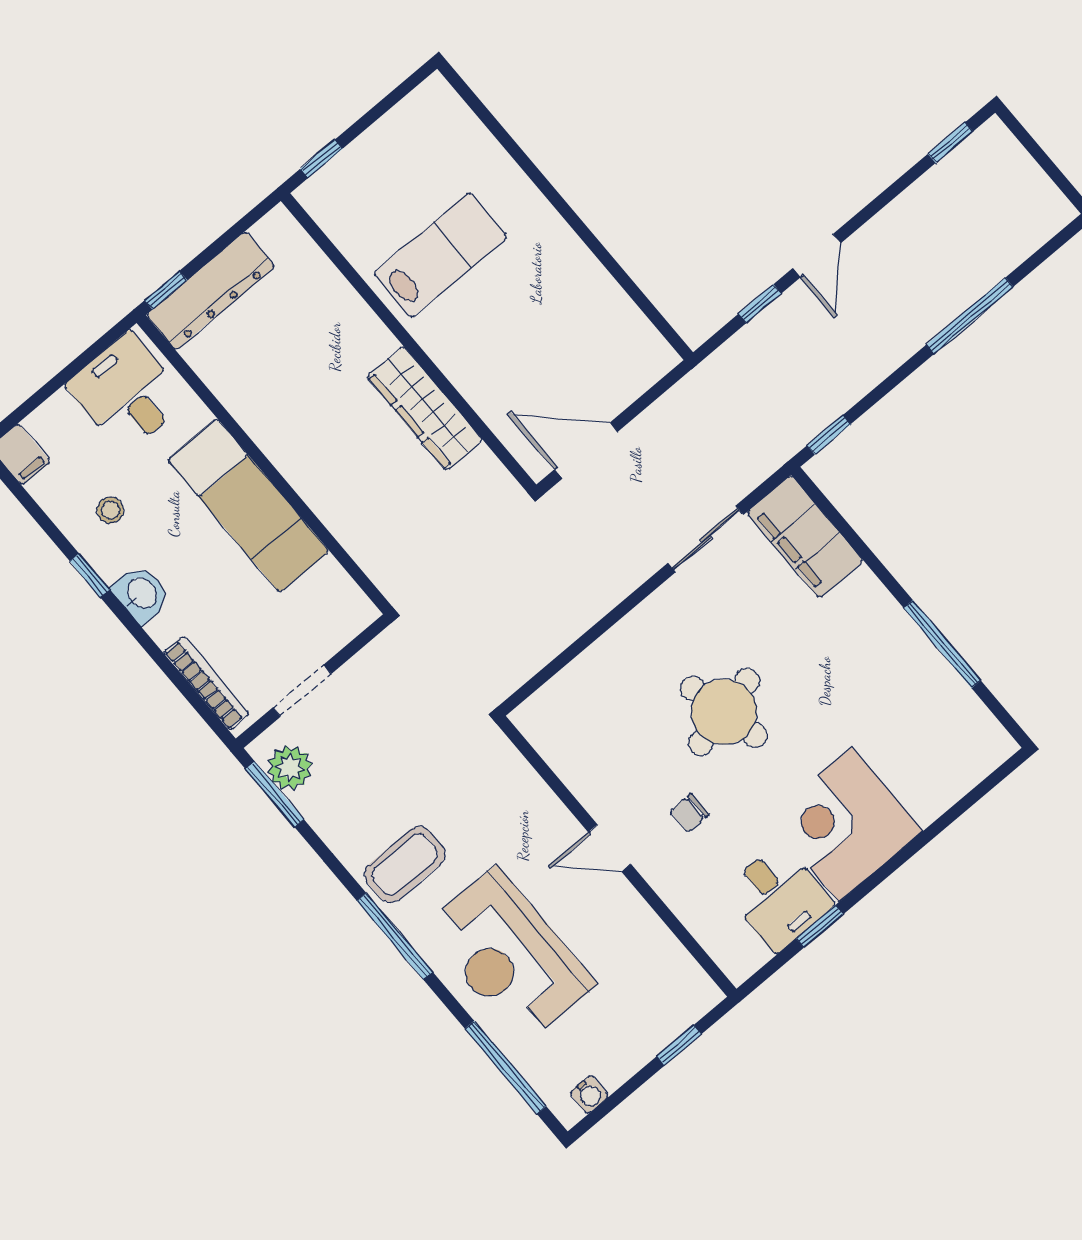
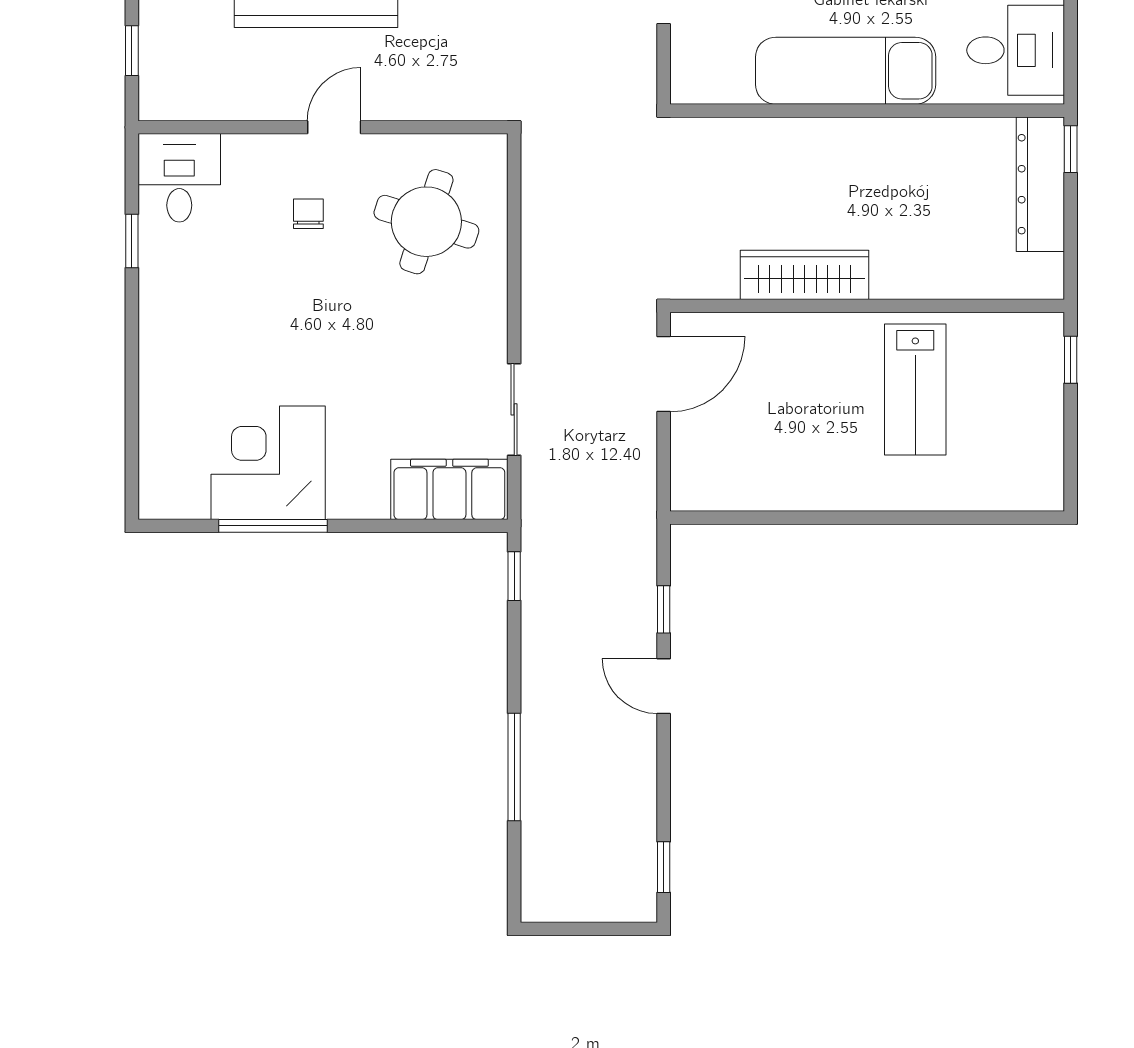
round table: (724, 712) -> (426, 222), moved, turned 31
corner desk: (846, 824) -> (268, 463), moved, turned -90
desk: (779, 897) -> (179, 178), moved, turned 90

